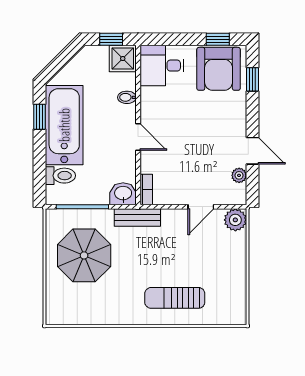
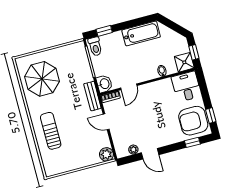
window: (40, 117) -> (104, 31), moved
bathtub: (64, 125) -> (141, 34), width x0.73, depth x0.73
door: (138, 137) -> (129, 87), moved
door: (252, 151) -> (150, 154), hinge flipped
toilet: (60, 176) -> (95, 46), moved
door: (201, 207) -> (106, 122), moved
parasol: (84, 255) -> (42, 79), moved

